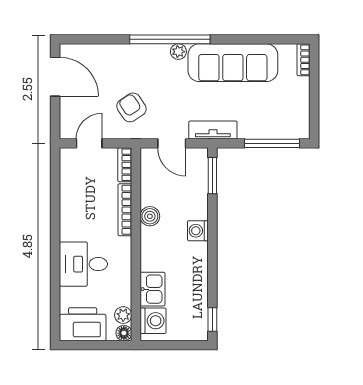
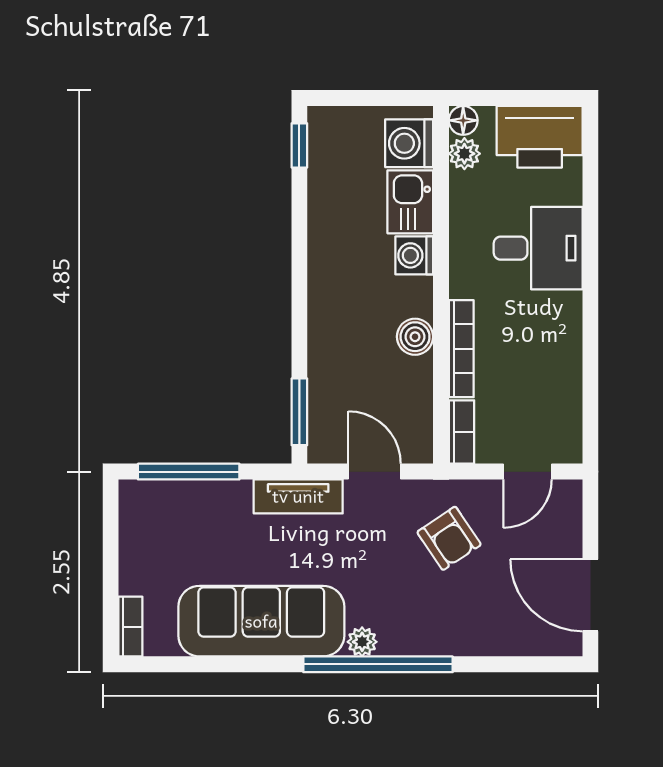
washing machine: (198, 231) -> (414, 255), moved, turned 180

